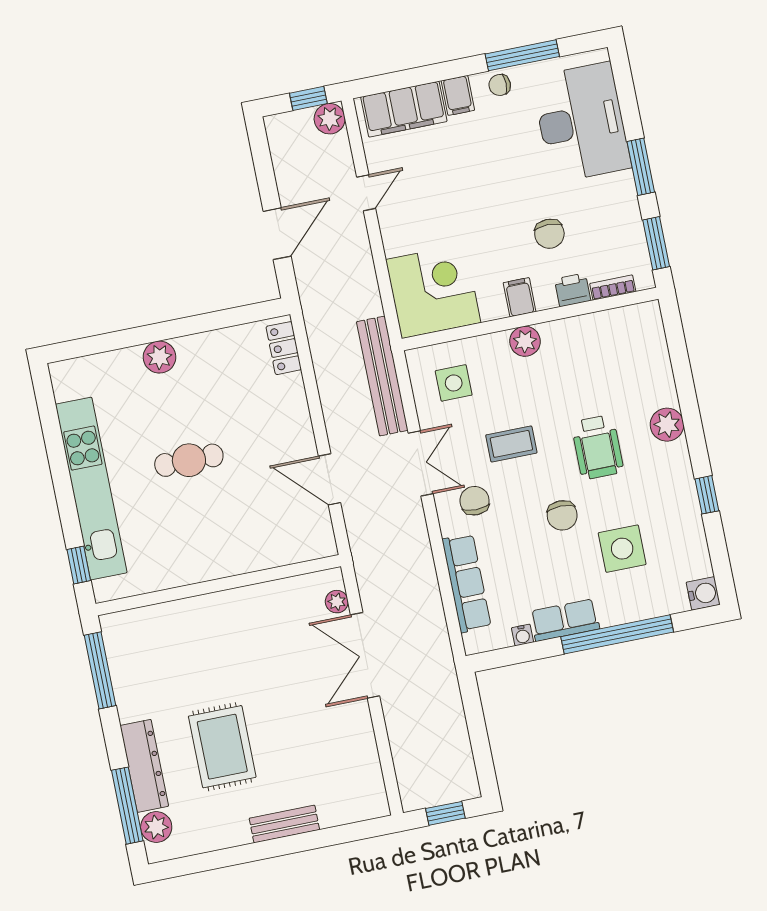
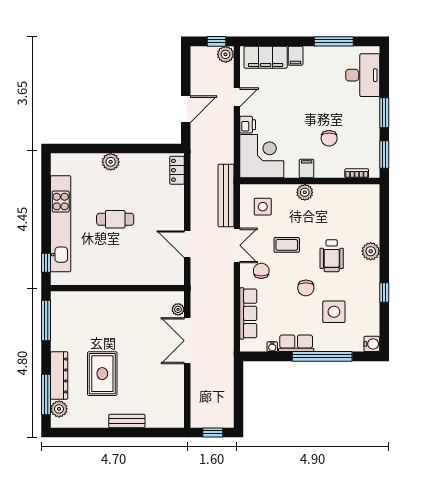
chair: (500, 85) -> (319, 55), removed
desk: (581, 122) -> (363, 75), width x0.73, depth x0.77
printer: (573, 290) -> (248, 125), moved, turned 90

